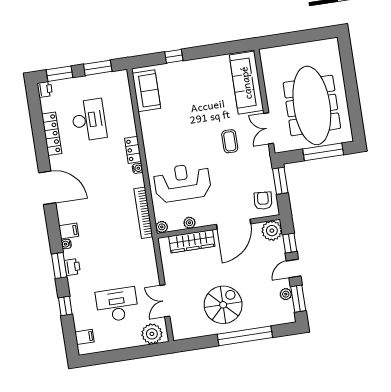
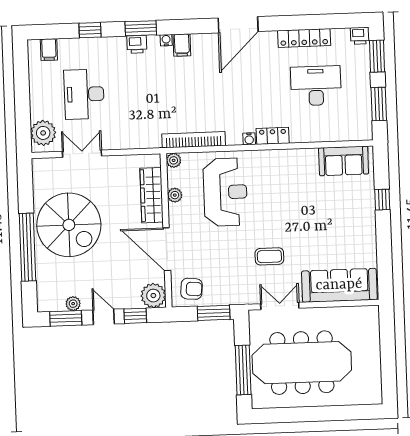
desk: (89, 120) -> (316, 86), turned 180
desk: (117, 305) -> (84, 94), turned 180
spiral stairs: (223, 305) -> (69, 225), width x1.37, depth x1.37

